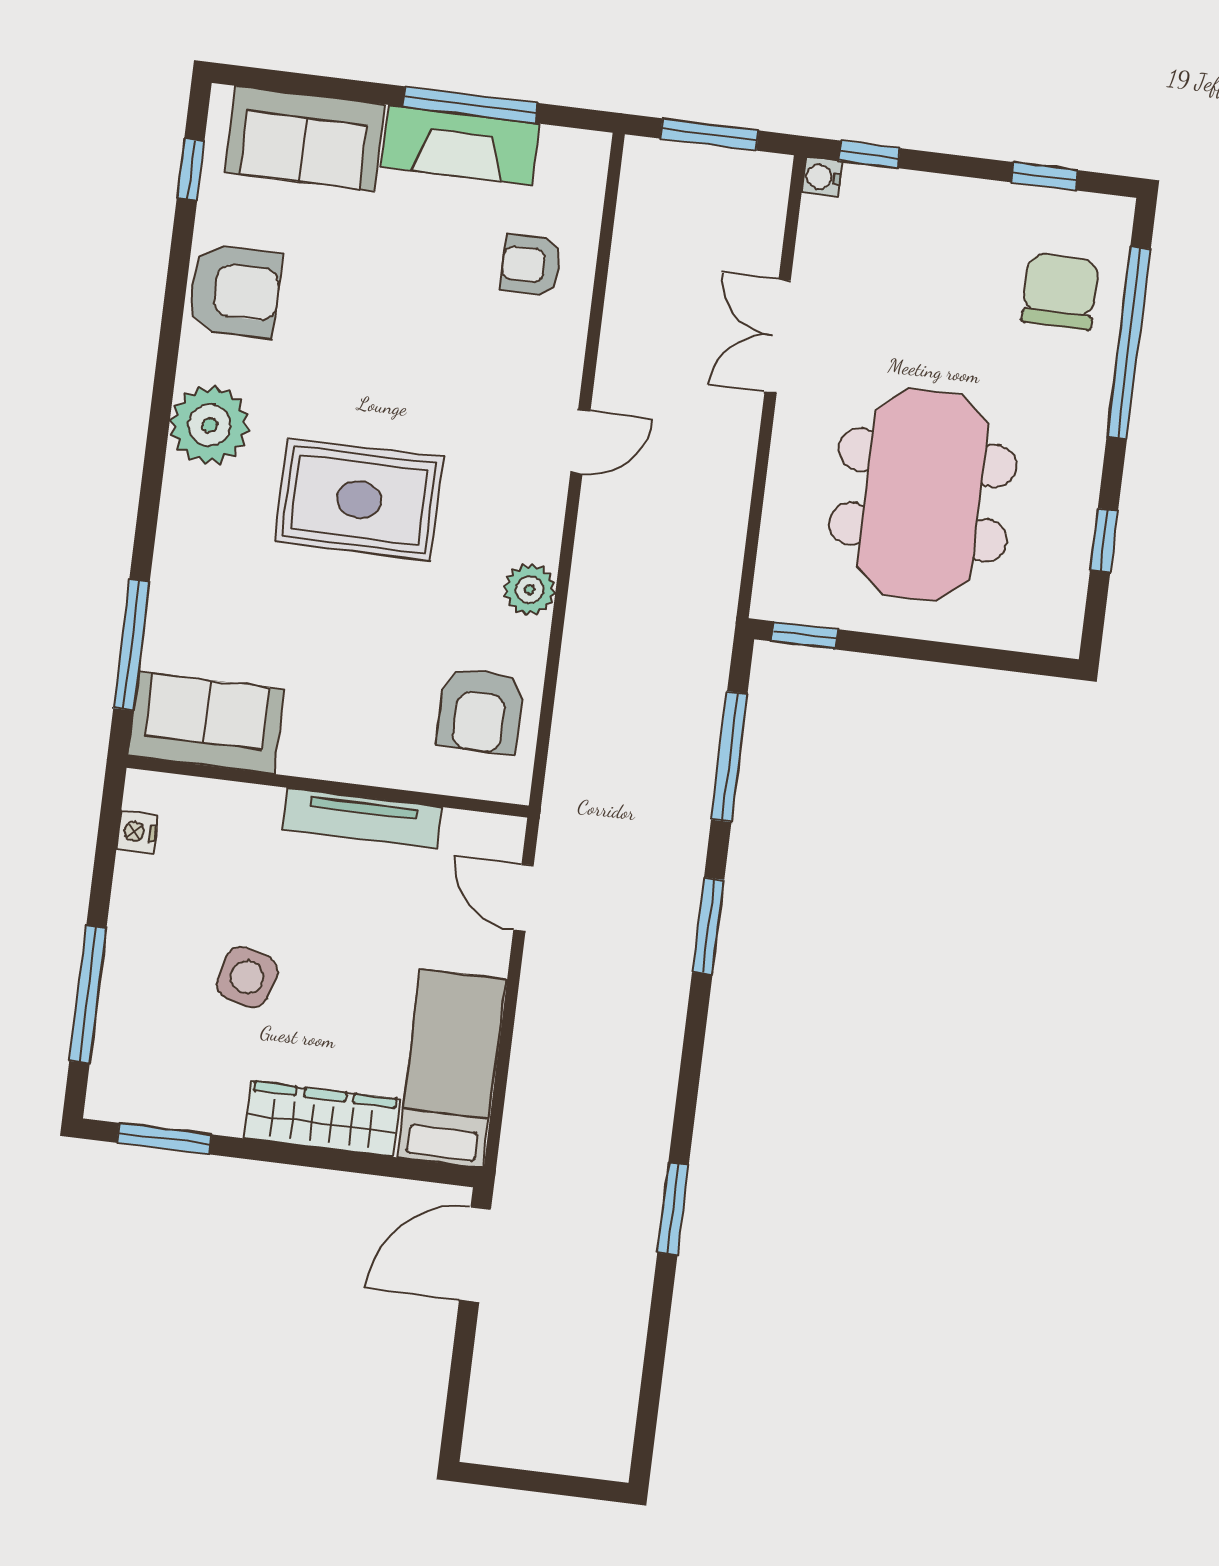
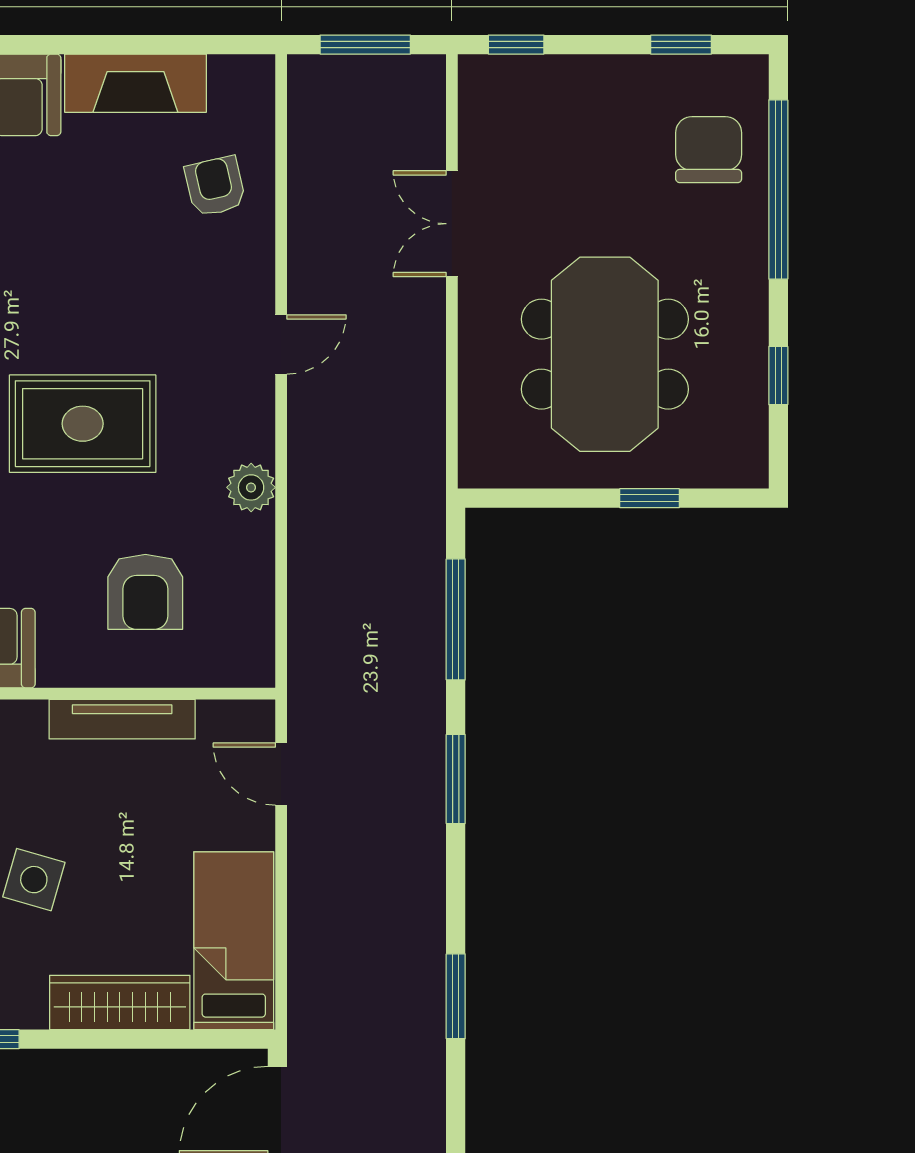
window: (470, 105) -> (140, 45), removed
water cooler: (822, 177) -> (474, 71), removed
armchair: (531, 265) -> (215, 186), turned 77
window: (805, 635) -> (650, 498), moved
armchair: (480, 710) -> (145, 592), moved
window: (673, 1209) -> (456, 996), moved

